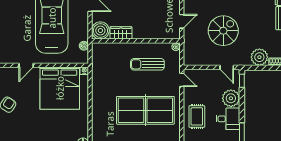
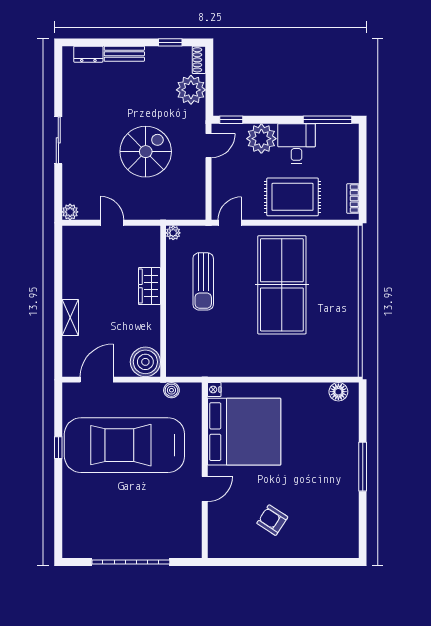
door: (182, 21) -> (112, 223), moved
spiral stairs: (223, 31) -> (146, 152), turned 90
wardrobe: (121, 33) -> (149, 286), moved
door: (26, 65) -> (205, 489), hinge flipped
rug: (197, 116) -> (293, 197), width x1.36, depth x1.43

